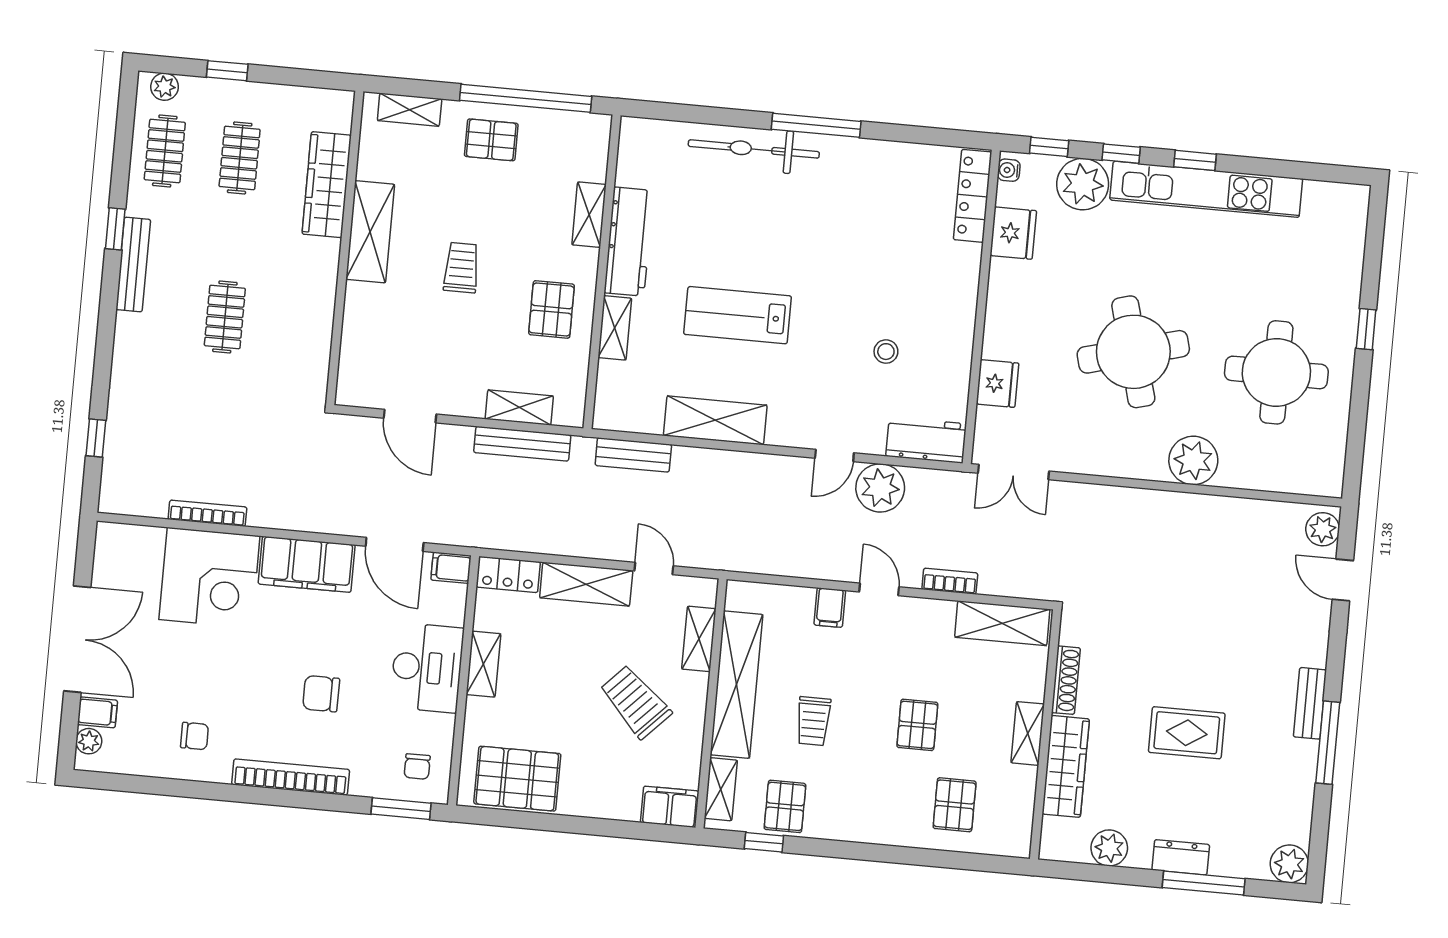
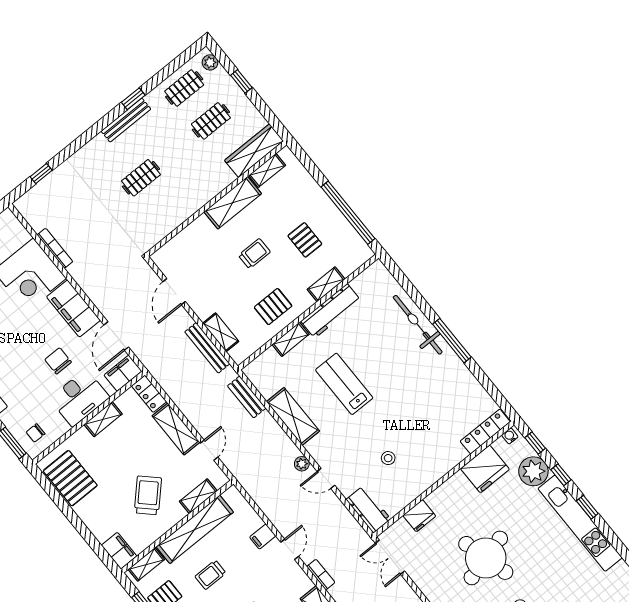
shelving: (410, 110) -> (267, 170), moved, turned 90
pallet: (491, 140) -> (305, 240), moved
wardrobe: (327, 185) -> (254, 151), moved
fridge: (1013, 233) -> (485, 469), width x1.36, depth x1.34
plant: (880, 488) -> (302, 464), moved, width x0.53, depth x0.53
filing cabinet: (451, 568) -> (123, 373), width x2.00
chair: (321, 694) -> (58, 361), moved

